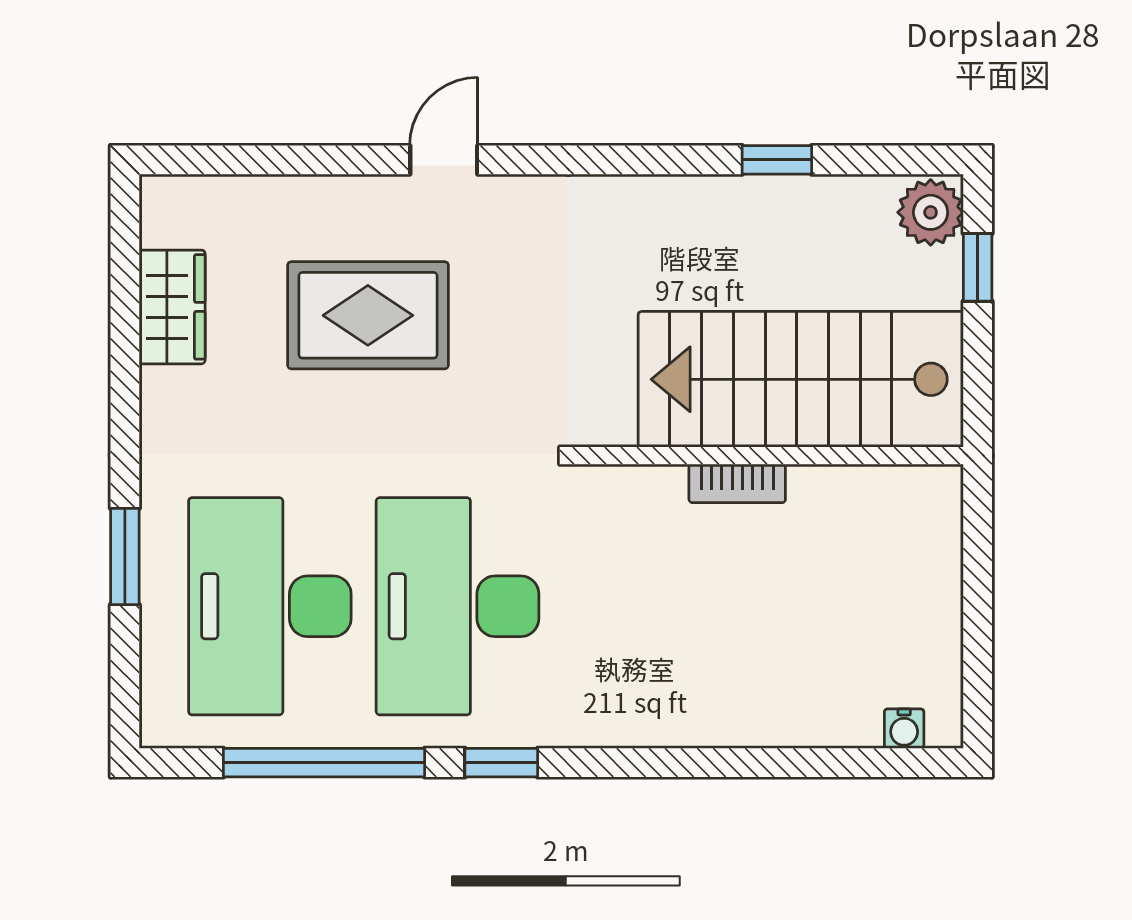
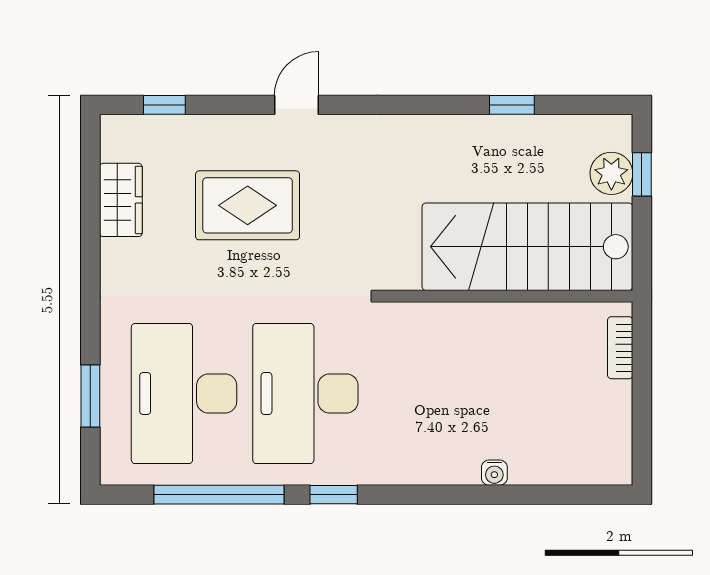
window: (239, 160) -> (164, 105), added
plant: (931, 212) -> (611, 173), moved
bookcase: (737, 483) -> (620, 348), moved, turned 90
window: (125, 557) -> (90, 396), moved
water cooler: (904, 729) -> (494, 473), moved

